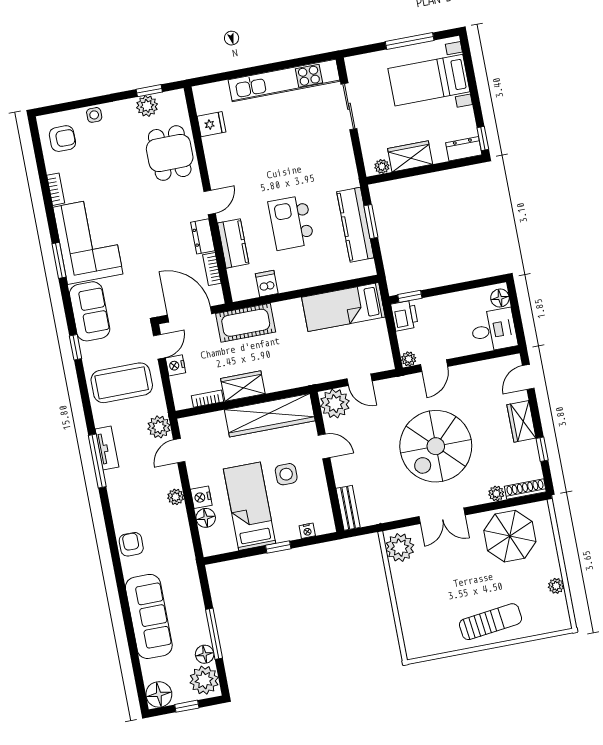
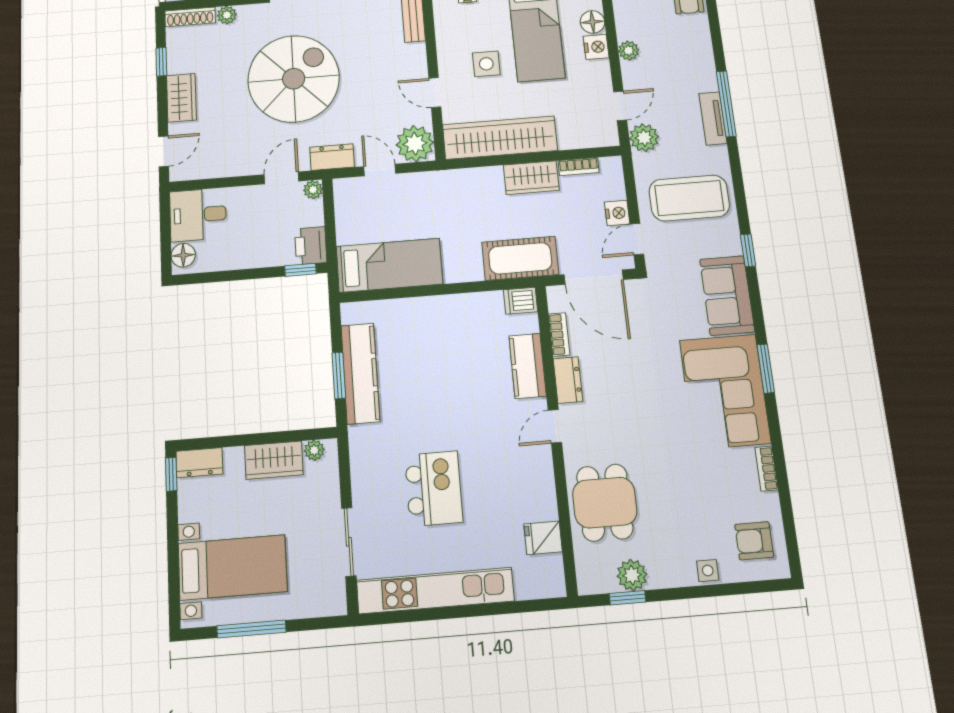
kitchen island: (291, 223) -> (434, 488), moved
dishwasher: (267, 284) -> (521, 301), moved, turned 90
dresser: (397, 386) -> (332, 157), added

